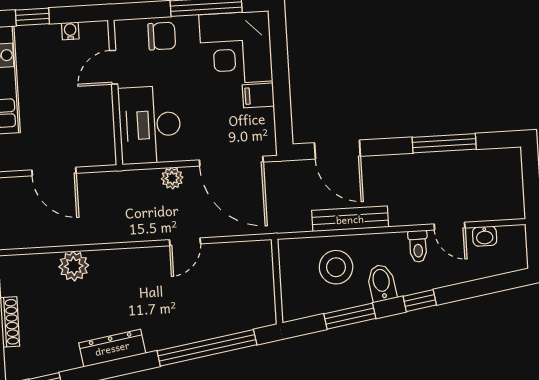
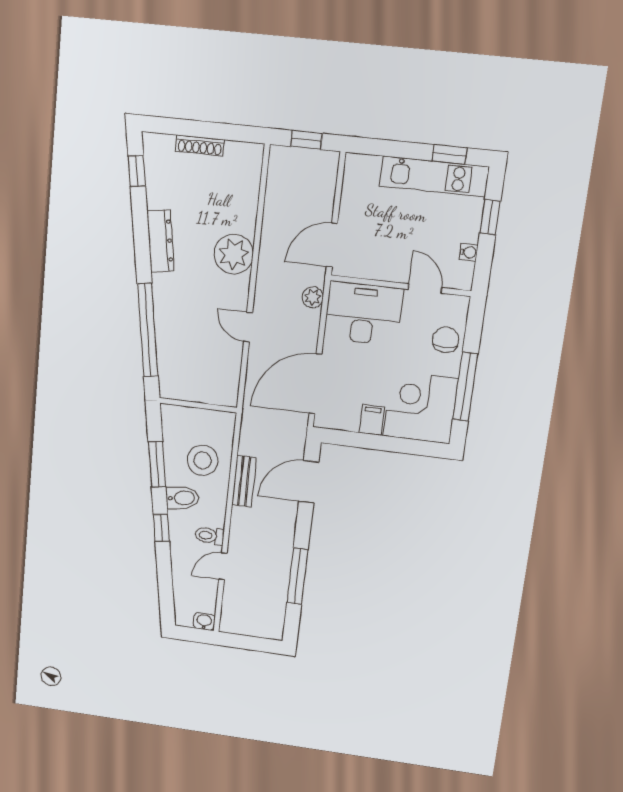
chair: (162, 36) -> (446, 340), turned 180
door: (54, 172) -> (332, 245), moved
plant: (172, 178) -> (313, 297), moved
bench: (350, 219) -> (244, 481), width x0.73
washbasin: (485, 236) -> (204, 621), moved, turned 90
plant: (74, 266) -> (234, 254), moved, width x1.36, depth x1.36

